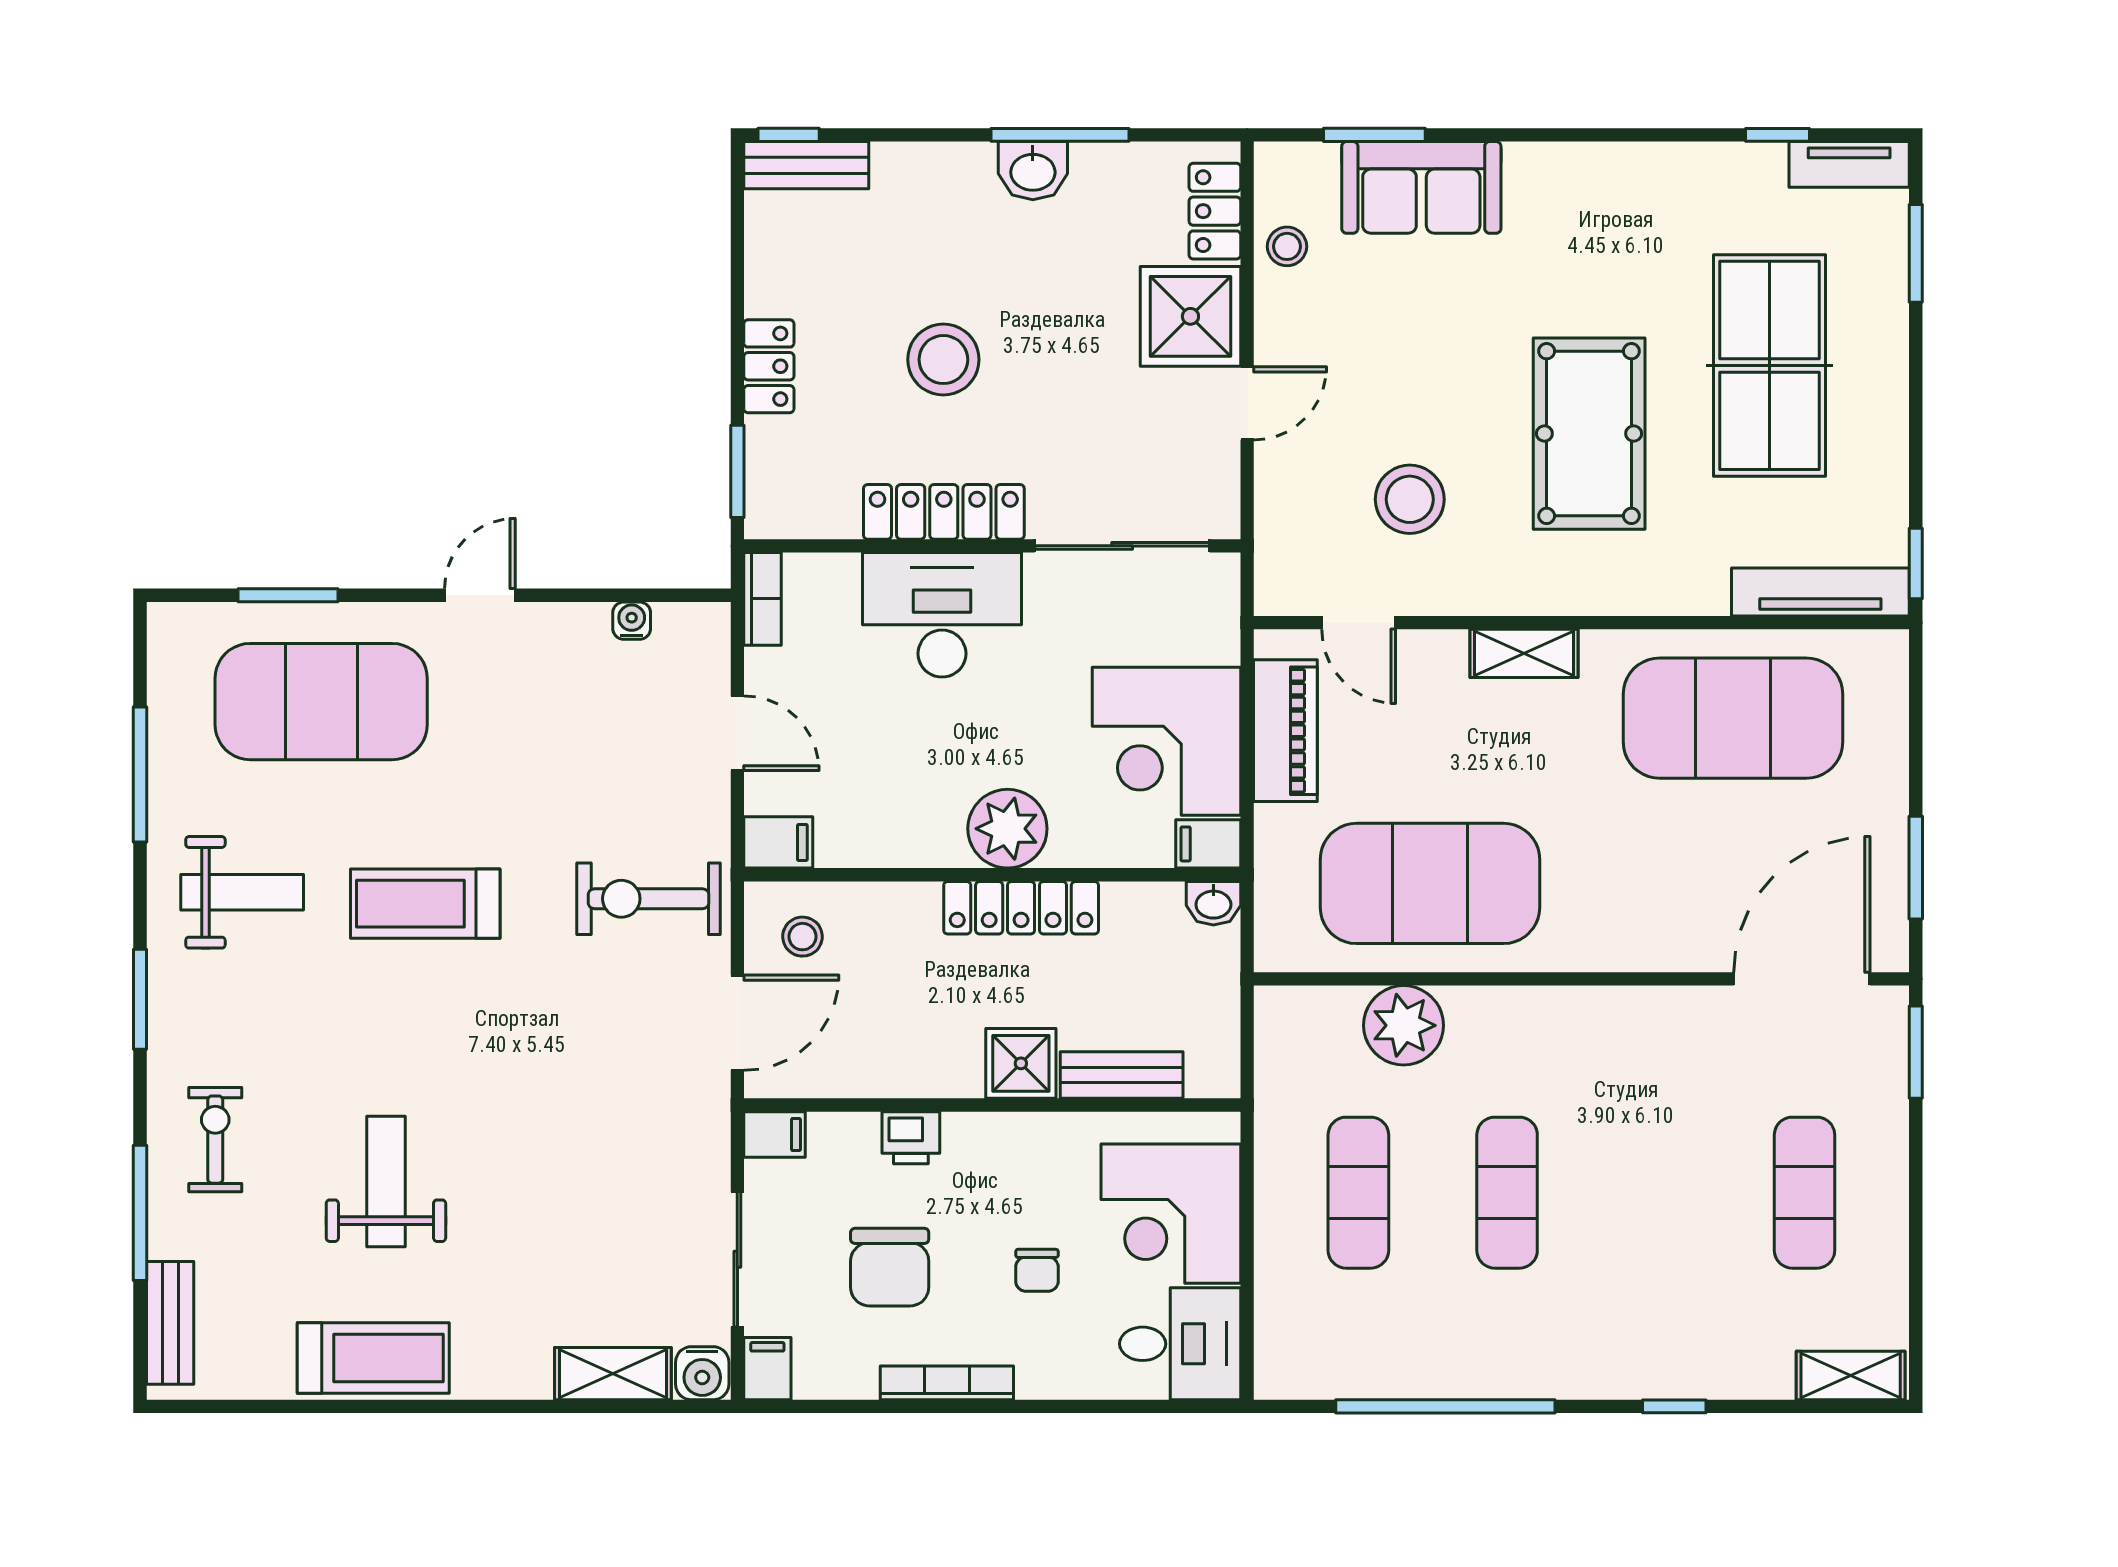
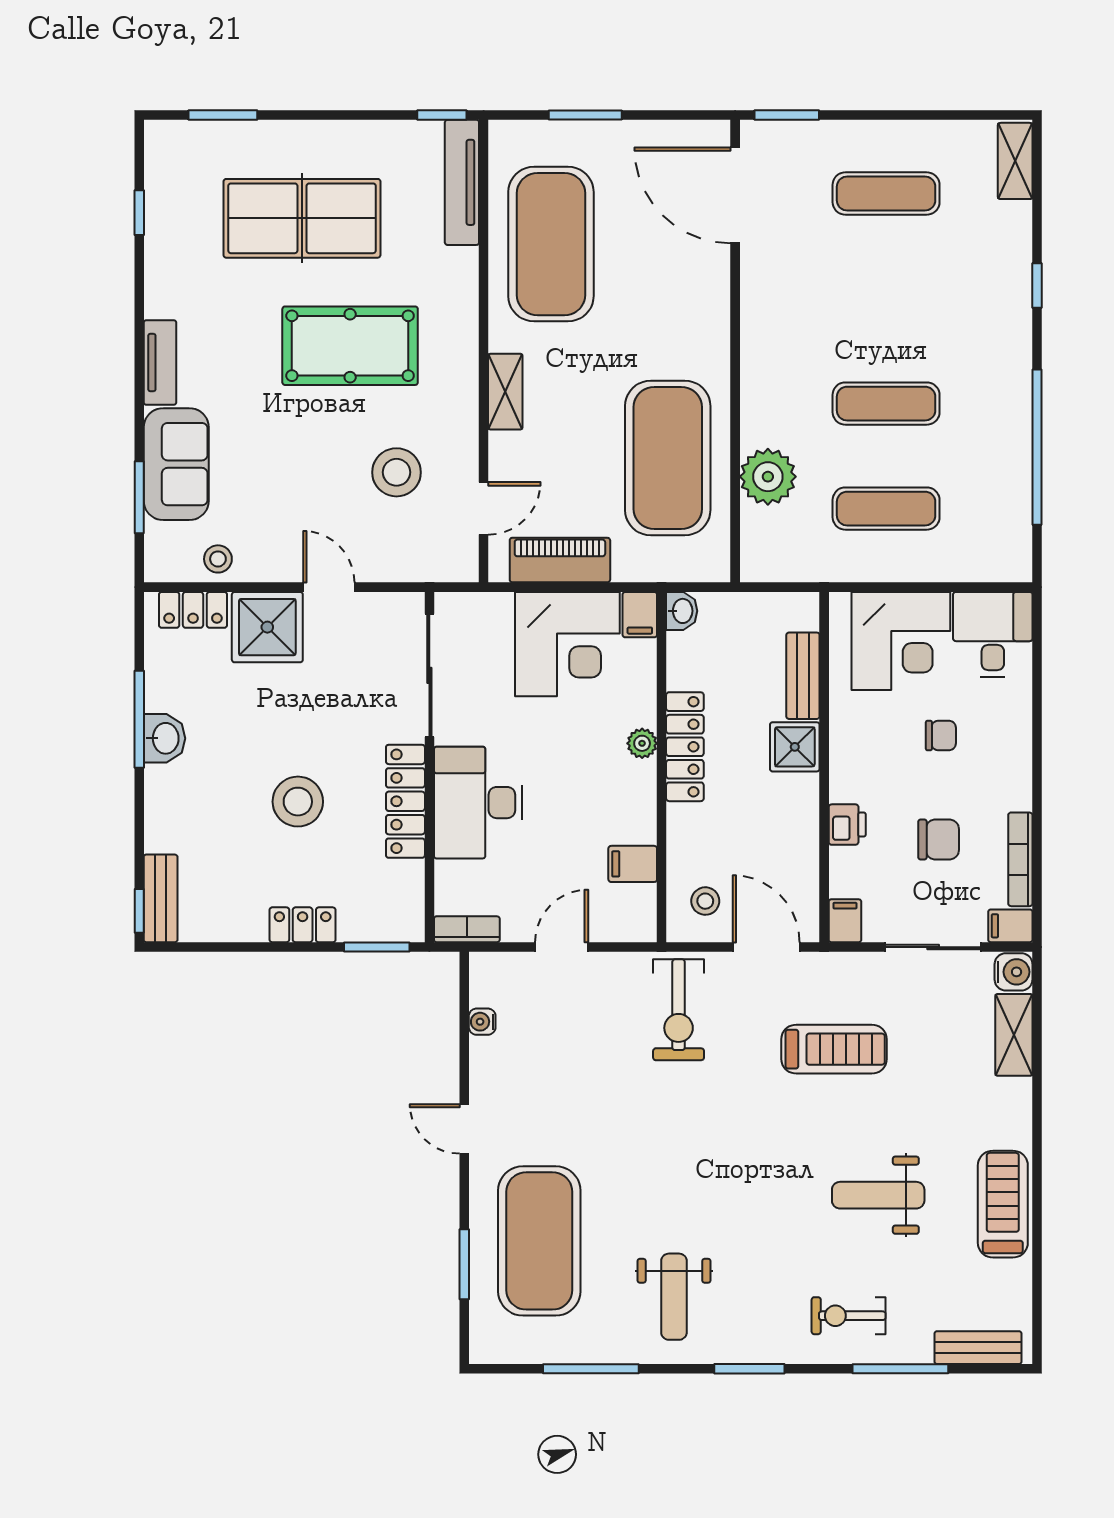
tv unit: (1849, 164) -> (160, 363), moved
plant: (1007, 829) -> (642, 743), width x0.53, depth x0.53
filing cabinet: (778, 842) -> (633, 864), moved, turned -90
window: (1916, 868) -> (585, 115), moved
weight bench: (242, 892) -> (674, 1297), turned 180
treadmill: (425, 904) -> (834, 1049), moved, turned -90
chair: (890, 1267) -> (939, 839), width x0.73, depth x0.73
bookcase: (947, 1383) -> (1020, 859), moved

